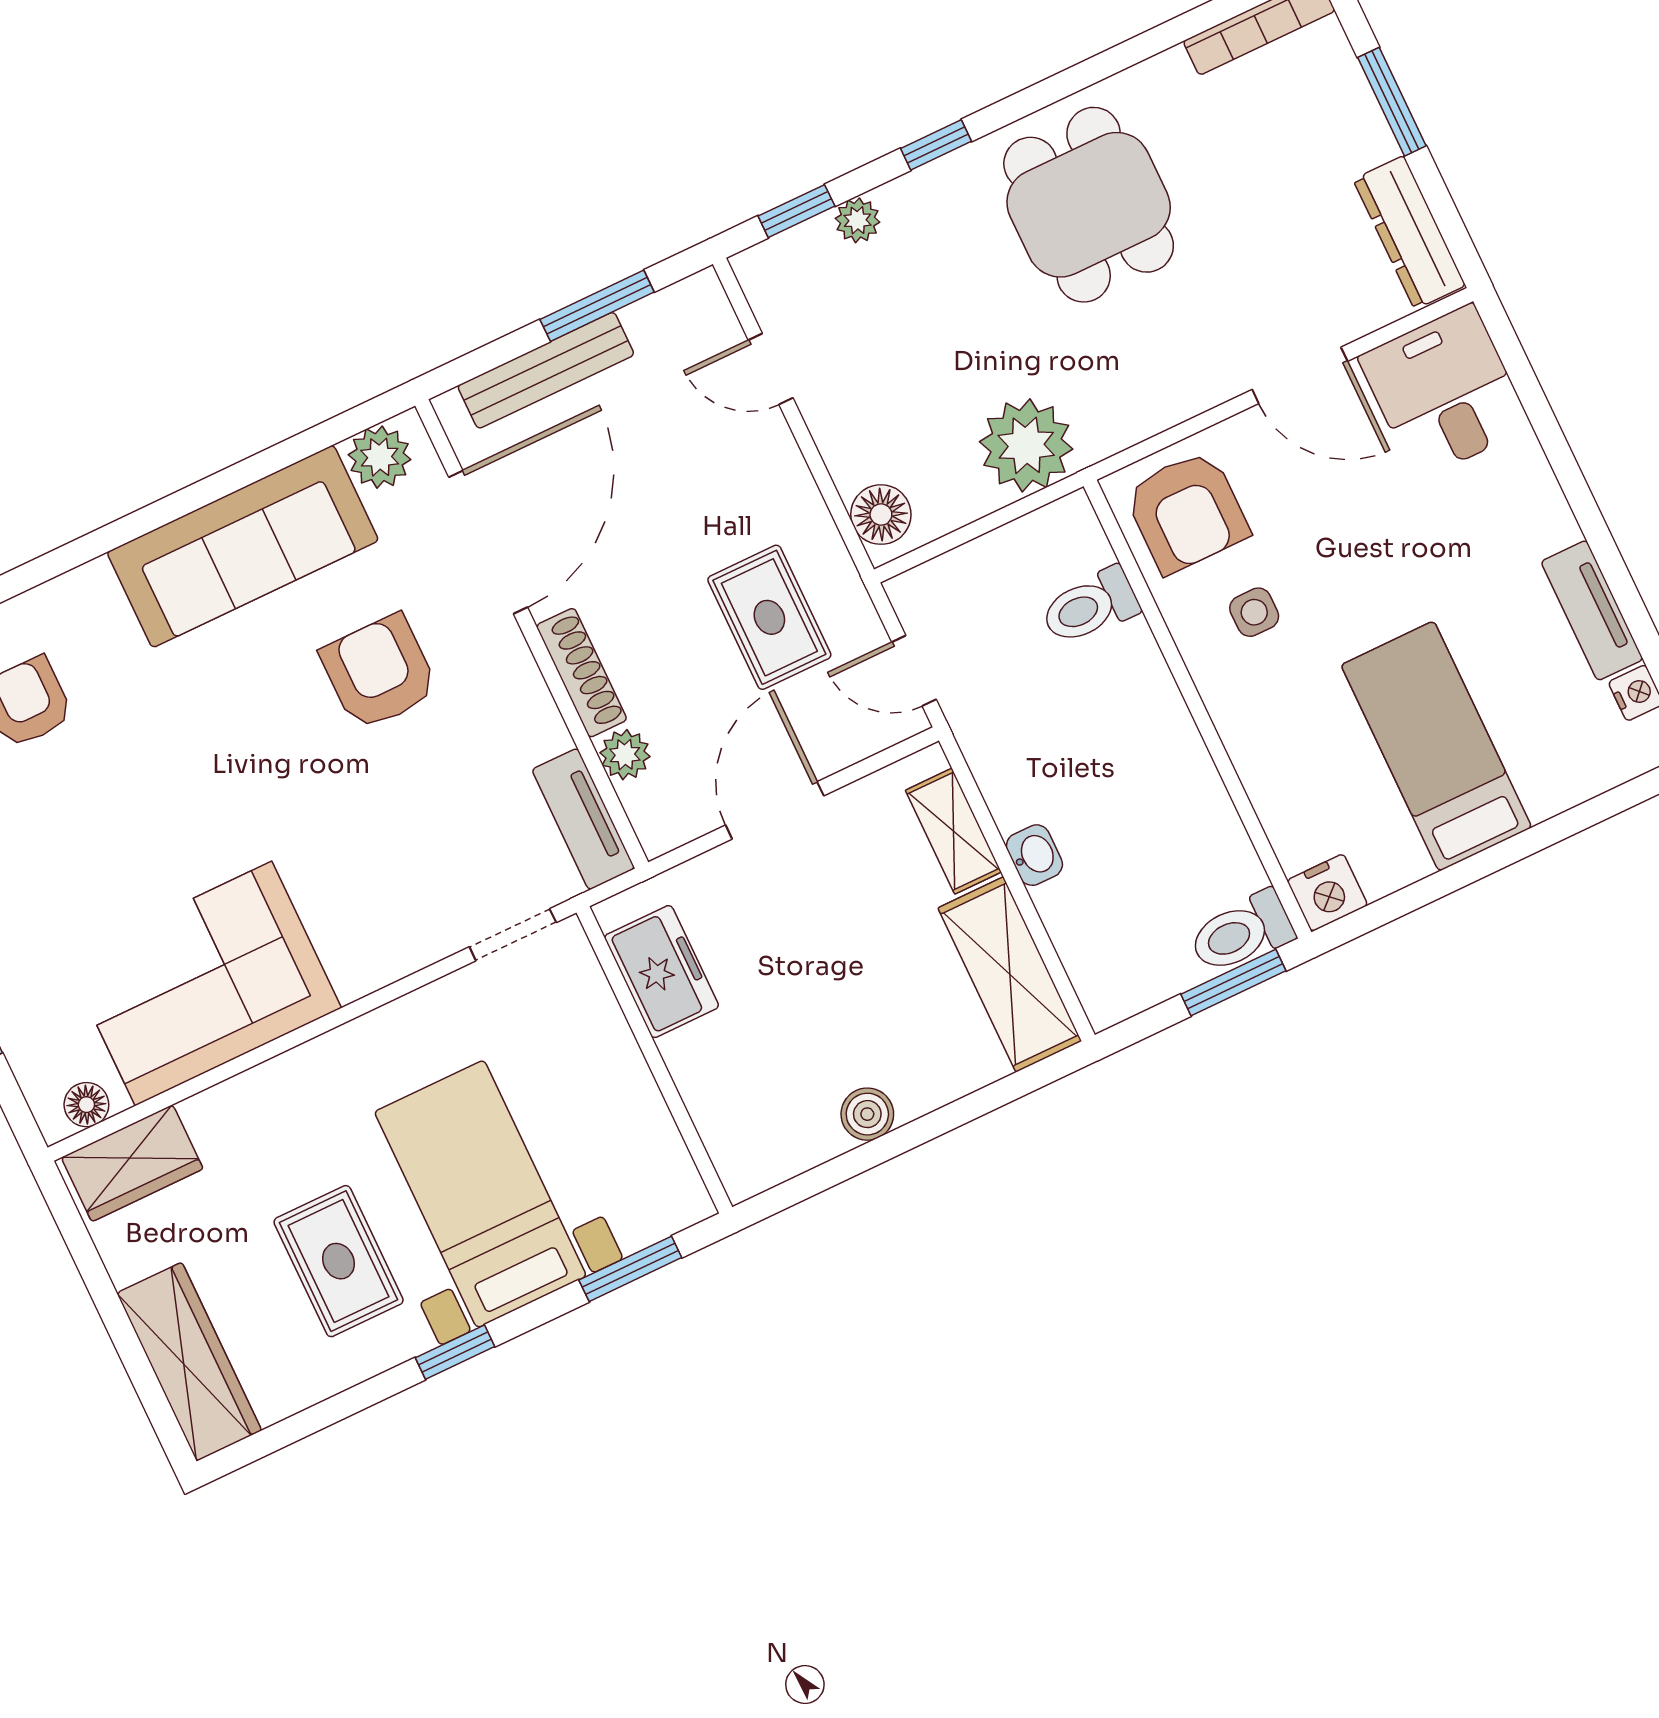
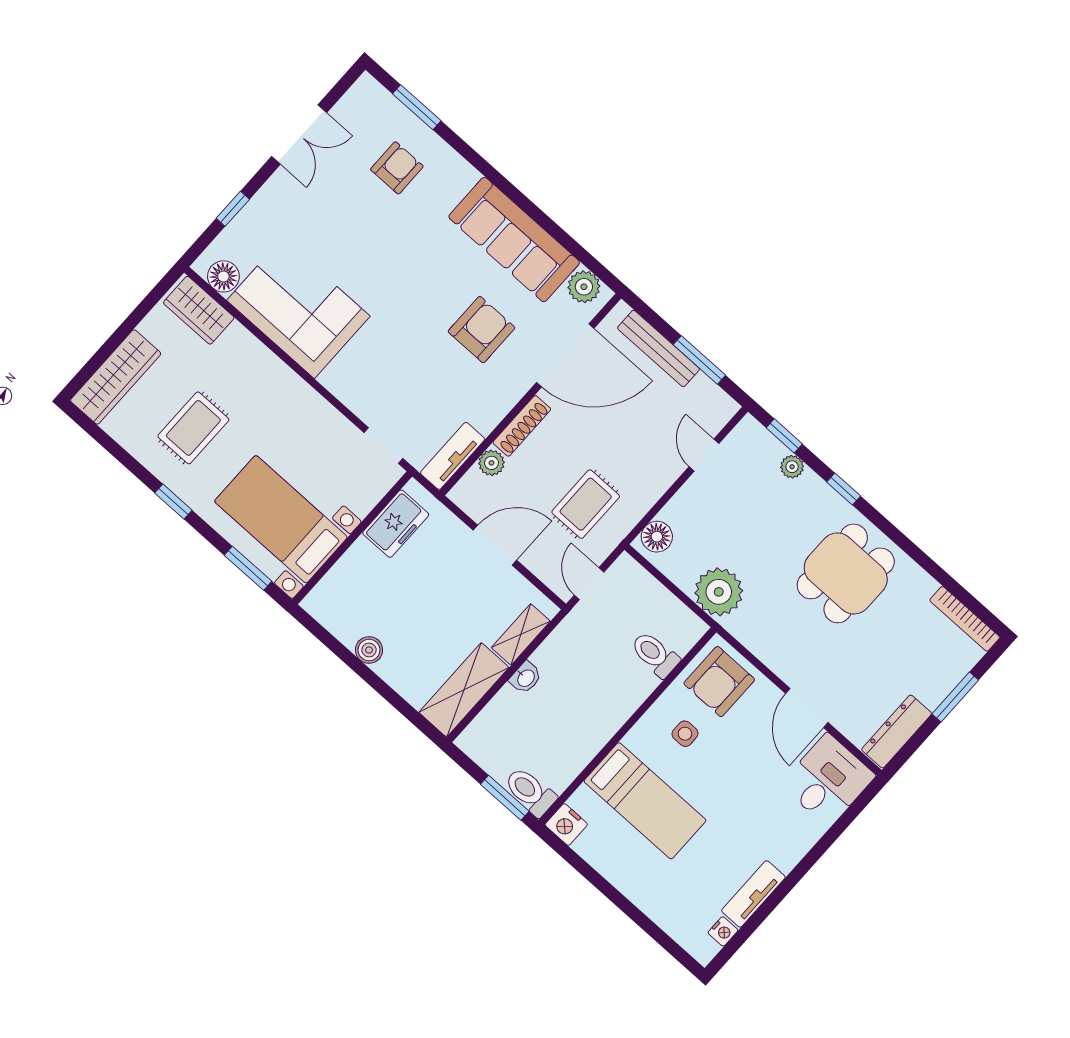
bed: (1436, 746) -> (645, 801), moved, turned 90
floor lamp: (86, 1105) -> (223, 276), width x1.37, depth x1.37
bed with nightstands: (480, 1194) -> (281, 519), moved, turned -90

